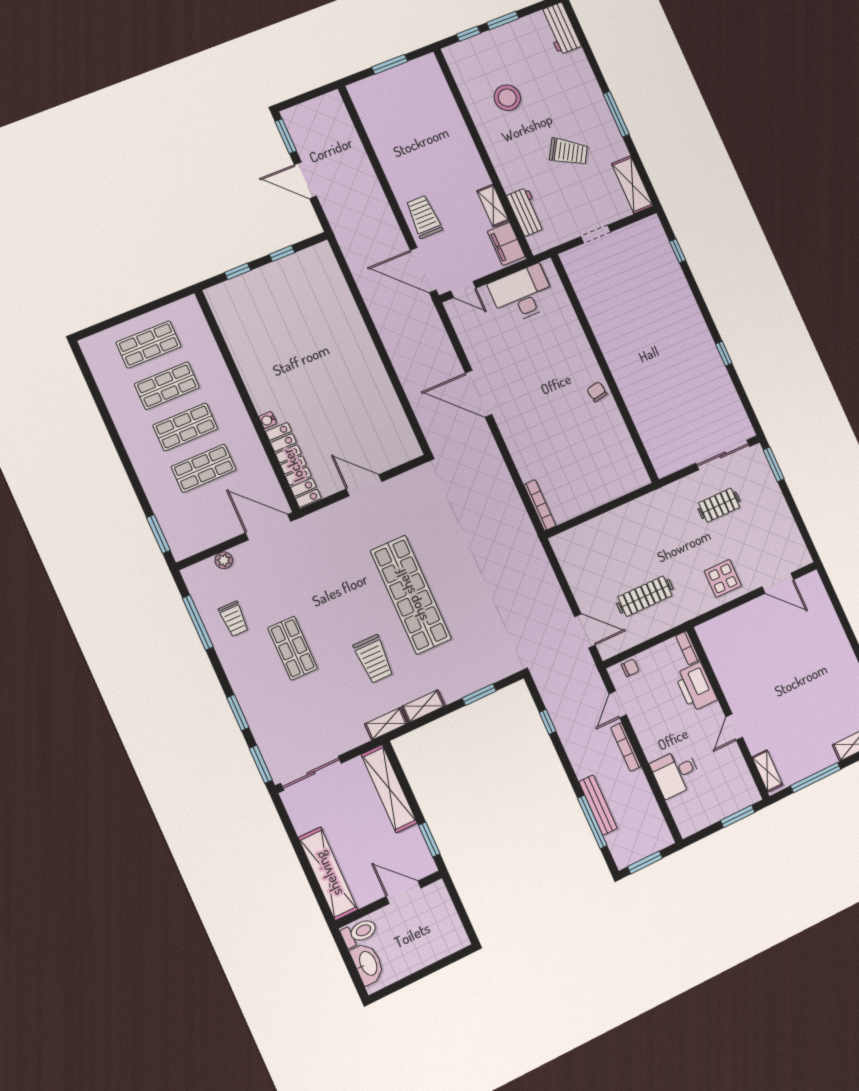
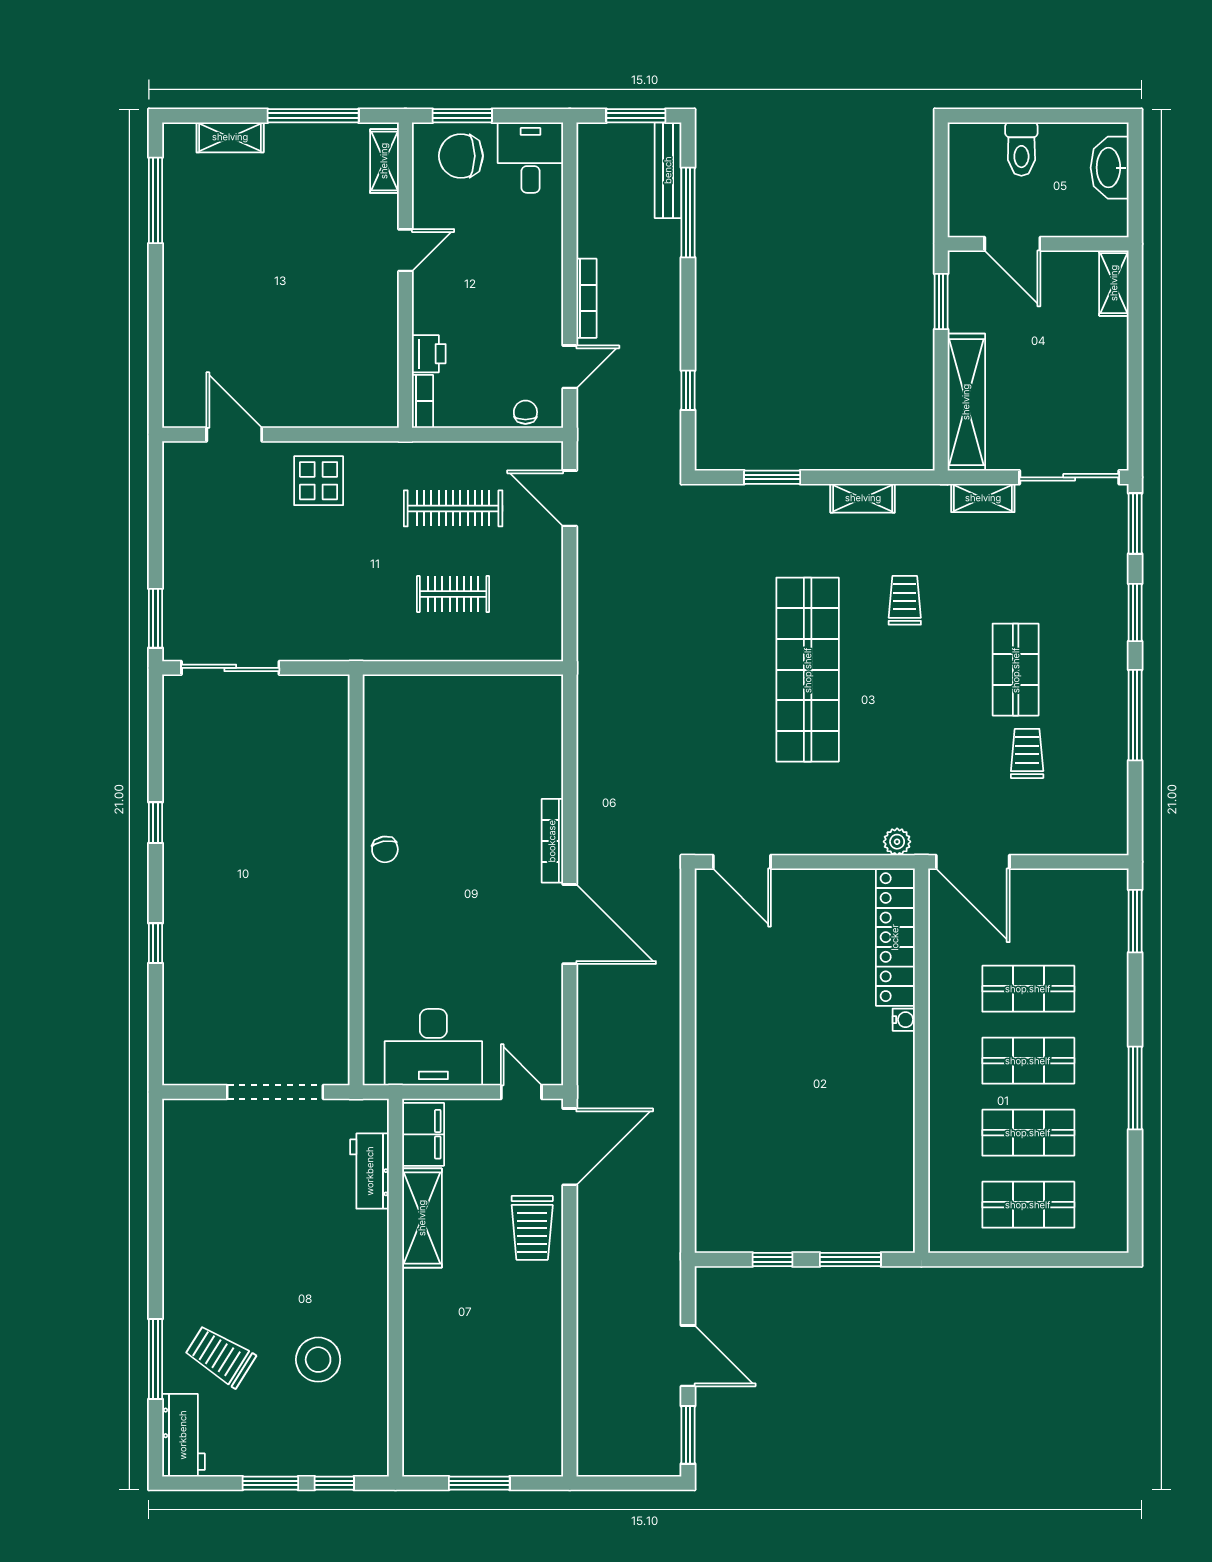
window: (616, 114) -> (156, 1359), moved
trolley: (568, 152) -> (220, 1356), moved
shelving: (632, 185) -> (181, 1145), removed
shelving: (493, 206) -> (422, 1218), width x1.50, depth x1.33
doorway: (596, 234) -> (275, 1092), width x1.88
window: (678, 251) -> (156, 943), moved
door: (423, 270) -> (570, 1147), hinge flipped
window: (238, 271) -> (850, 1260), width x1.50
window: (116, 438) -> (1135, 1088), added
door: (364, 485) -> (742, 862), moved
bookcase: (540, 505) -> (552, 841), moved
clothes rail: (719, 505) -> (453, 594), moved
plant: (224, 560) -> (897, 842), moved
trolley: (234, 619) -> (1027, 753), moved
window: (198, 623) -> (1135, 715), moved
trolley: (374, 659) -> (905, 600), width x0.73, depth x0.72
chair: (630, 668) -> (525, 412), turned 90
printer: (696, 687) -> (429, 354), width x0.53, depth x0.68
shelving: (386, 724) -> (983, 498), moved
desk: (676, 773) -> (530, 158), moved, turned -90
chair: (728, 794) -> (461, 156), added
bench: (598, 805) -> (668, 170), moved
shelving: (328, 874) -> (1114, 283), width x0.45, depth x0.75
toilet: (359, 932) -> (1021, 149), moved, turned -90

